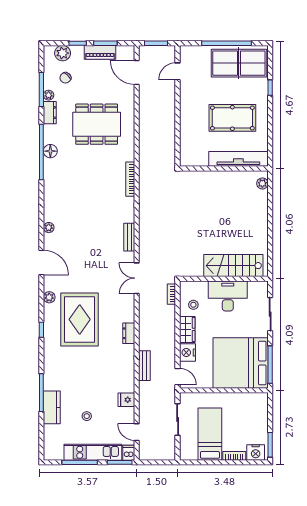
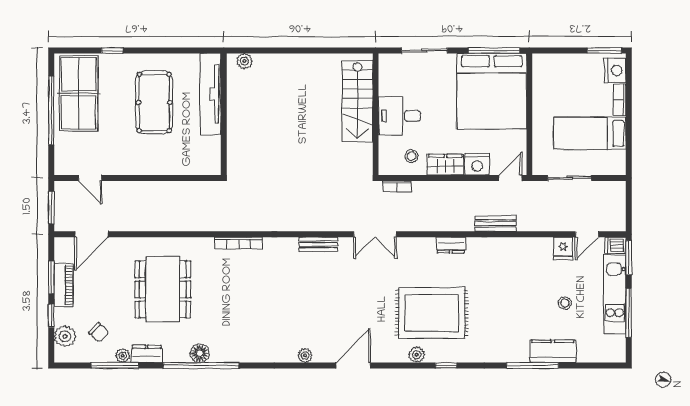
desk: (228, 296) -> (399, 116), width x0.73
plant: (49, 297) -> (417, 355), moved
fridge: (126, 400) -> (563, 248), moved

